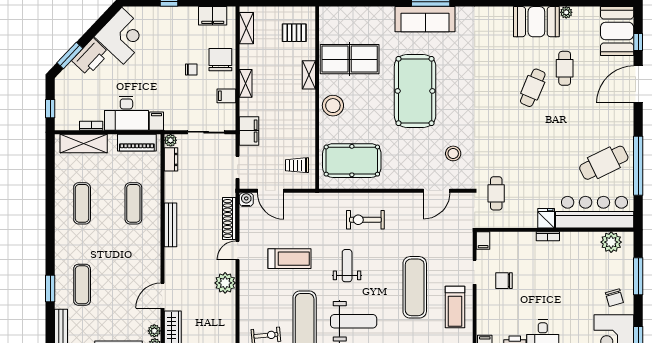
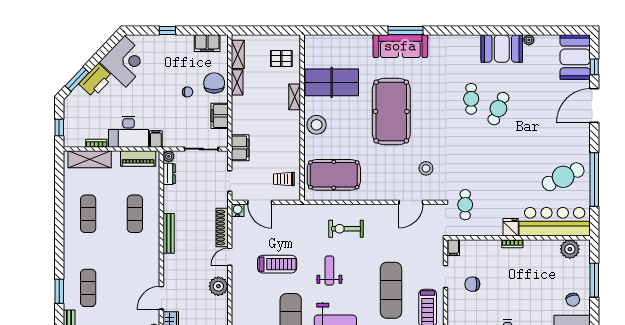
cafe table: (565, 68) -> (471, 99), moved
shelving: (246, 83) -> (237, 82), moved
filing cabinet: (226, 96) -> (220, 116), width x2.00

